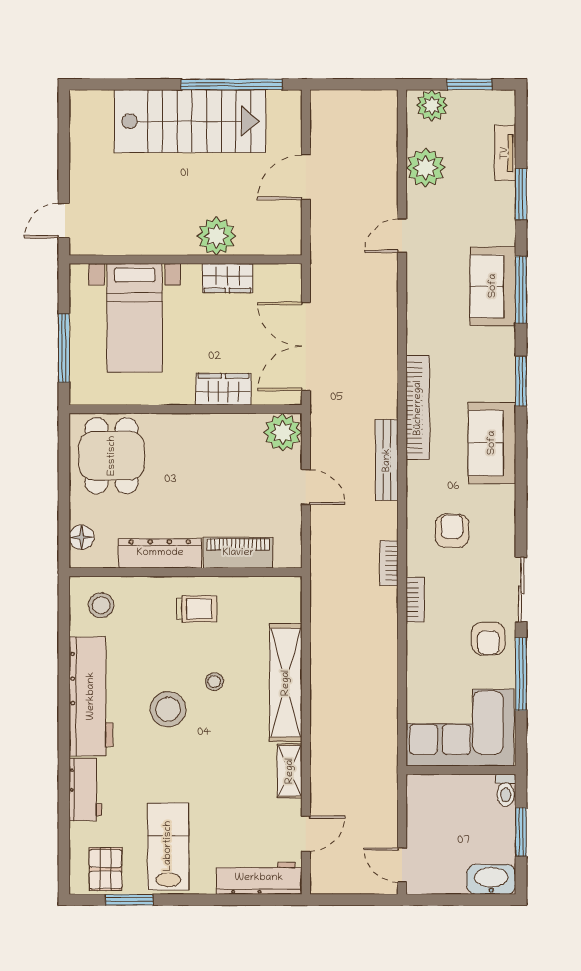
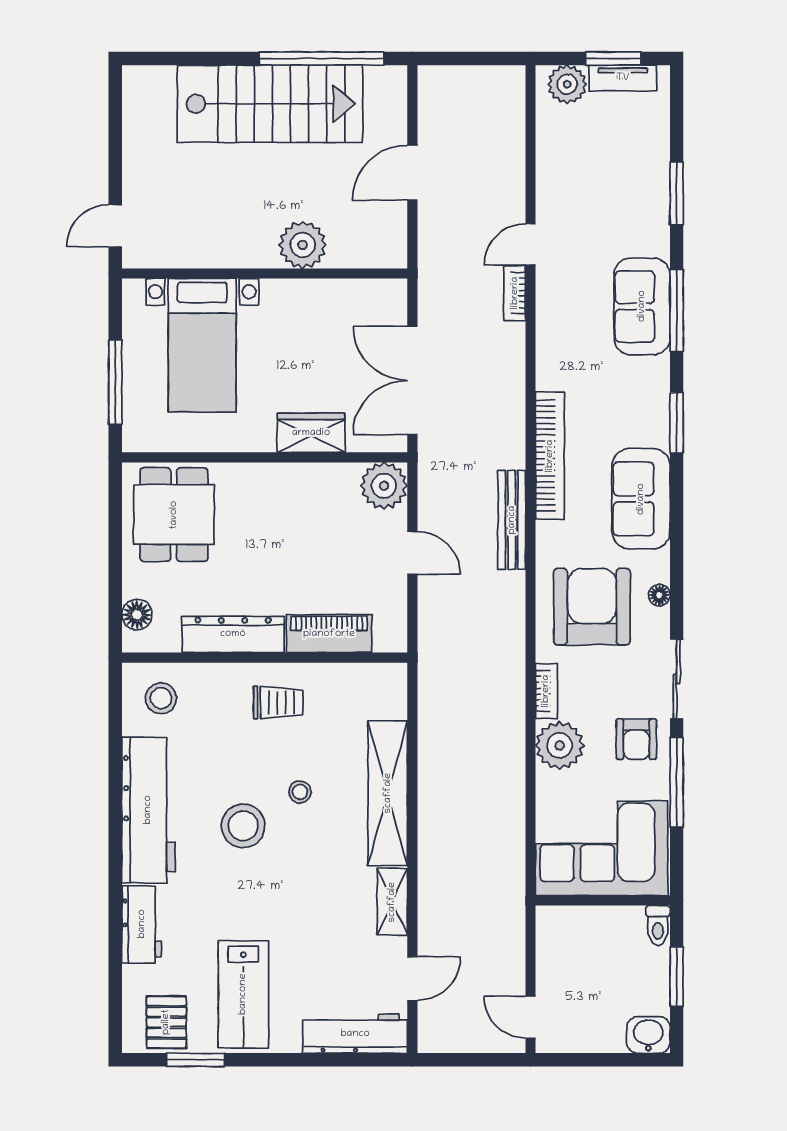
tv unit: (505, 153) -> (623, 78), moved, turned -90
plant: (426, 168) -> (560, 745), moved
wardrobe: (227, 278) -> (316, 296), removed
floor lamp: (507, 521) -> (659, 595), added
armchair: (452, 531) -> (592, 607), width x1.88, depth x1.88
bookcase: (389, 563) -> (515, 293), moved
lab bench: (168, 846) -> (243, 994), turned 180
washbasin: (491, 879) -> (648, 1035), width x0.72

